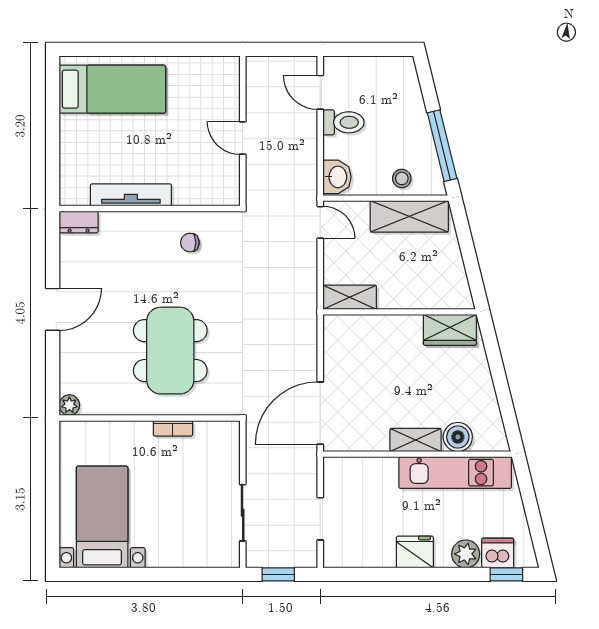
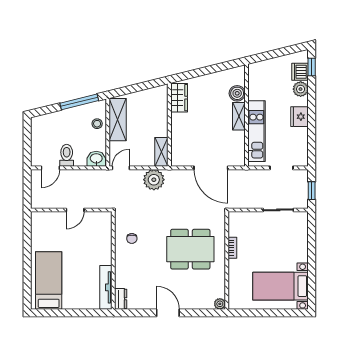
tv unit: (131, 195) -> (106, 287), moved
plant: (298, 283) -> (154, 180), added
door: (320, 413) -> (211, 168), moved
kitchen unit: (455, 473) -> (256, 131), moved

